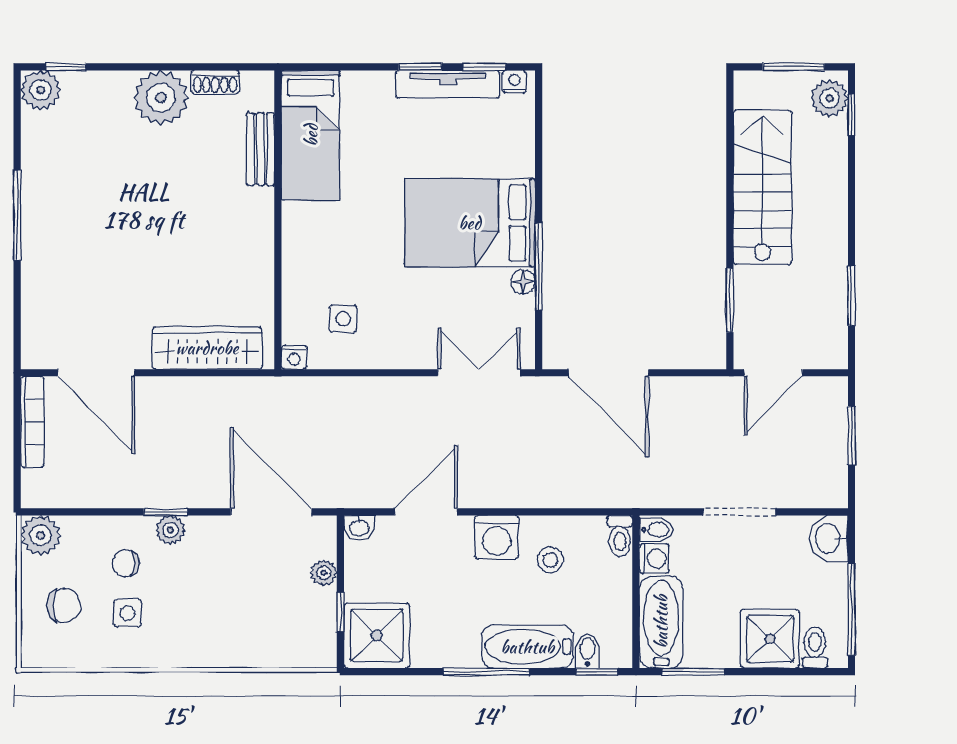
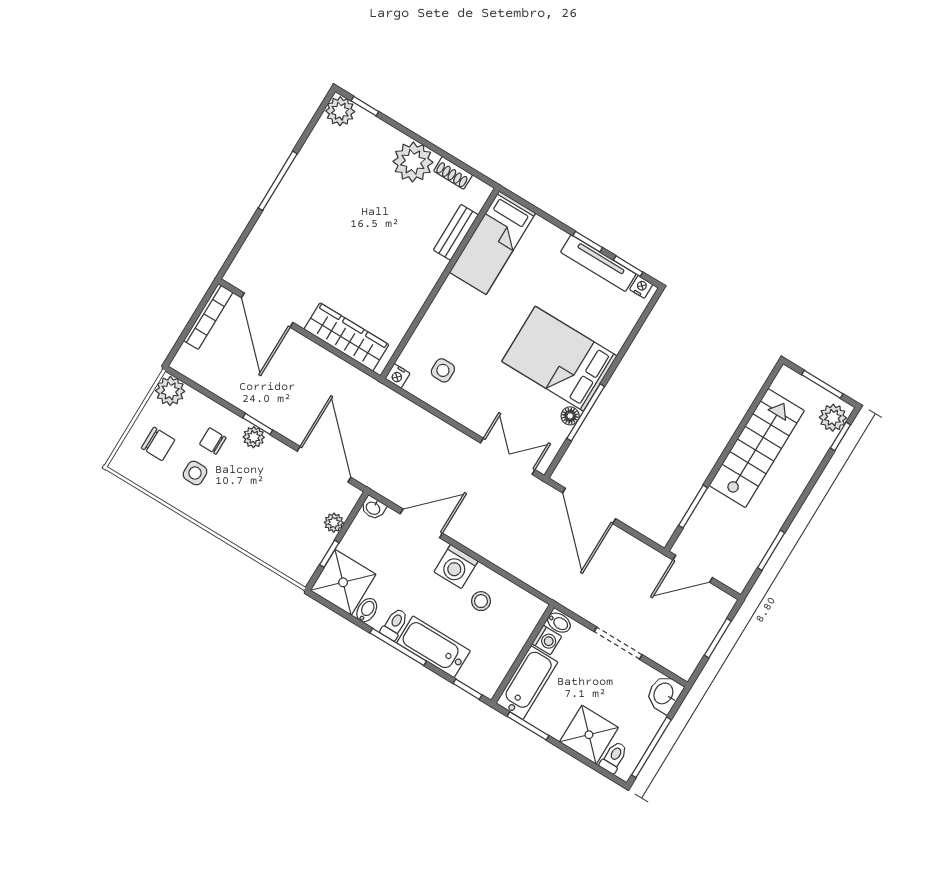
toilet: (620, 536) -> (395, 624), moved, turned 180
bidet: (588, 651) -> (367, 610), moved

